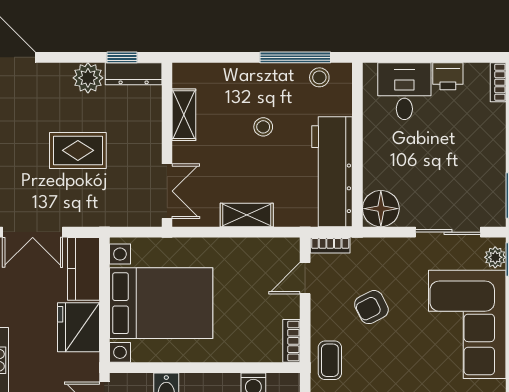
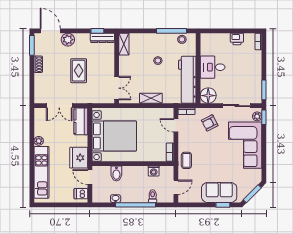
plant: (88, 78) -> (68, 40), moved
desk: (404, 91) -> (213, 67), moved, turned -90
shelving: (184, 115) -> (124, 44), moved
rug: (78, 150) -> (79, 71), turned 90
door: (305, 278) -> (176, 125), hinge flipped
armchair: (371, 307) -> (210, 123), moved
fridge: (78, 327) -> (79, 158), moved

